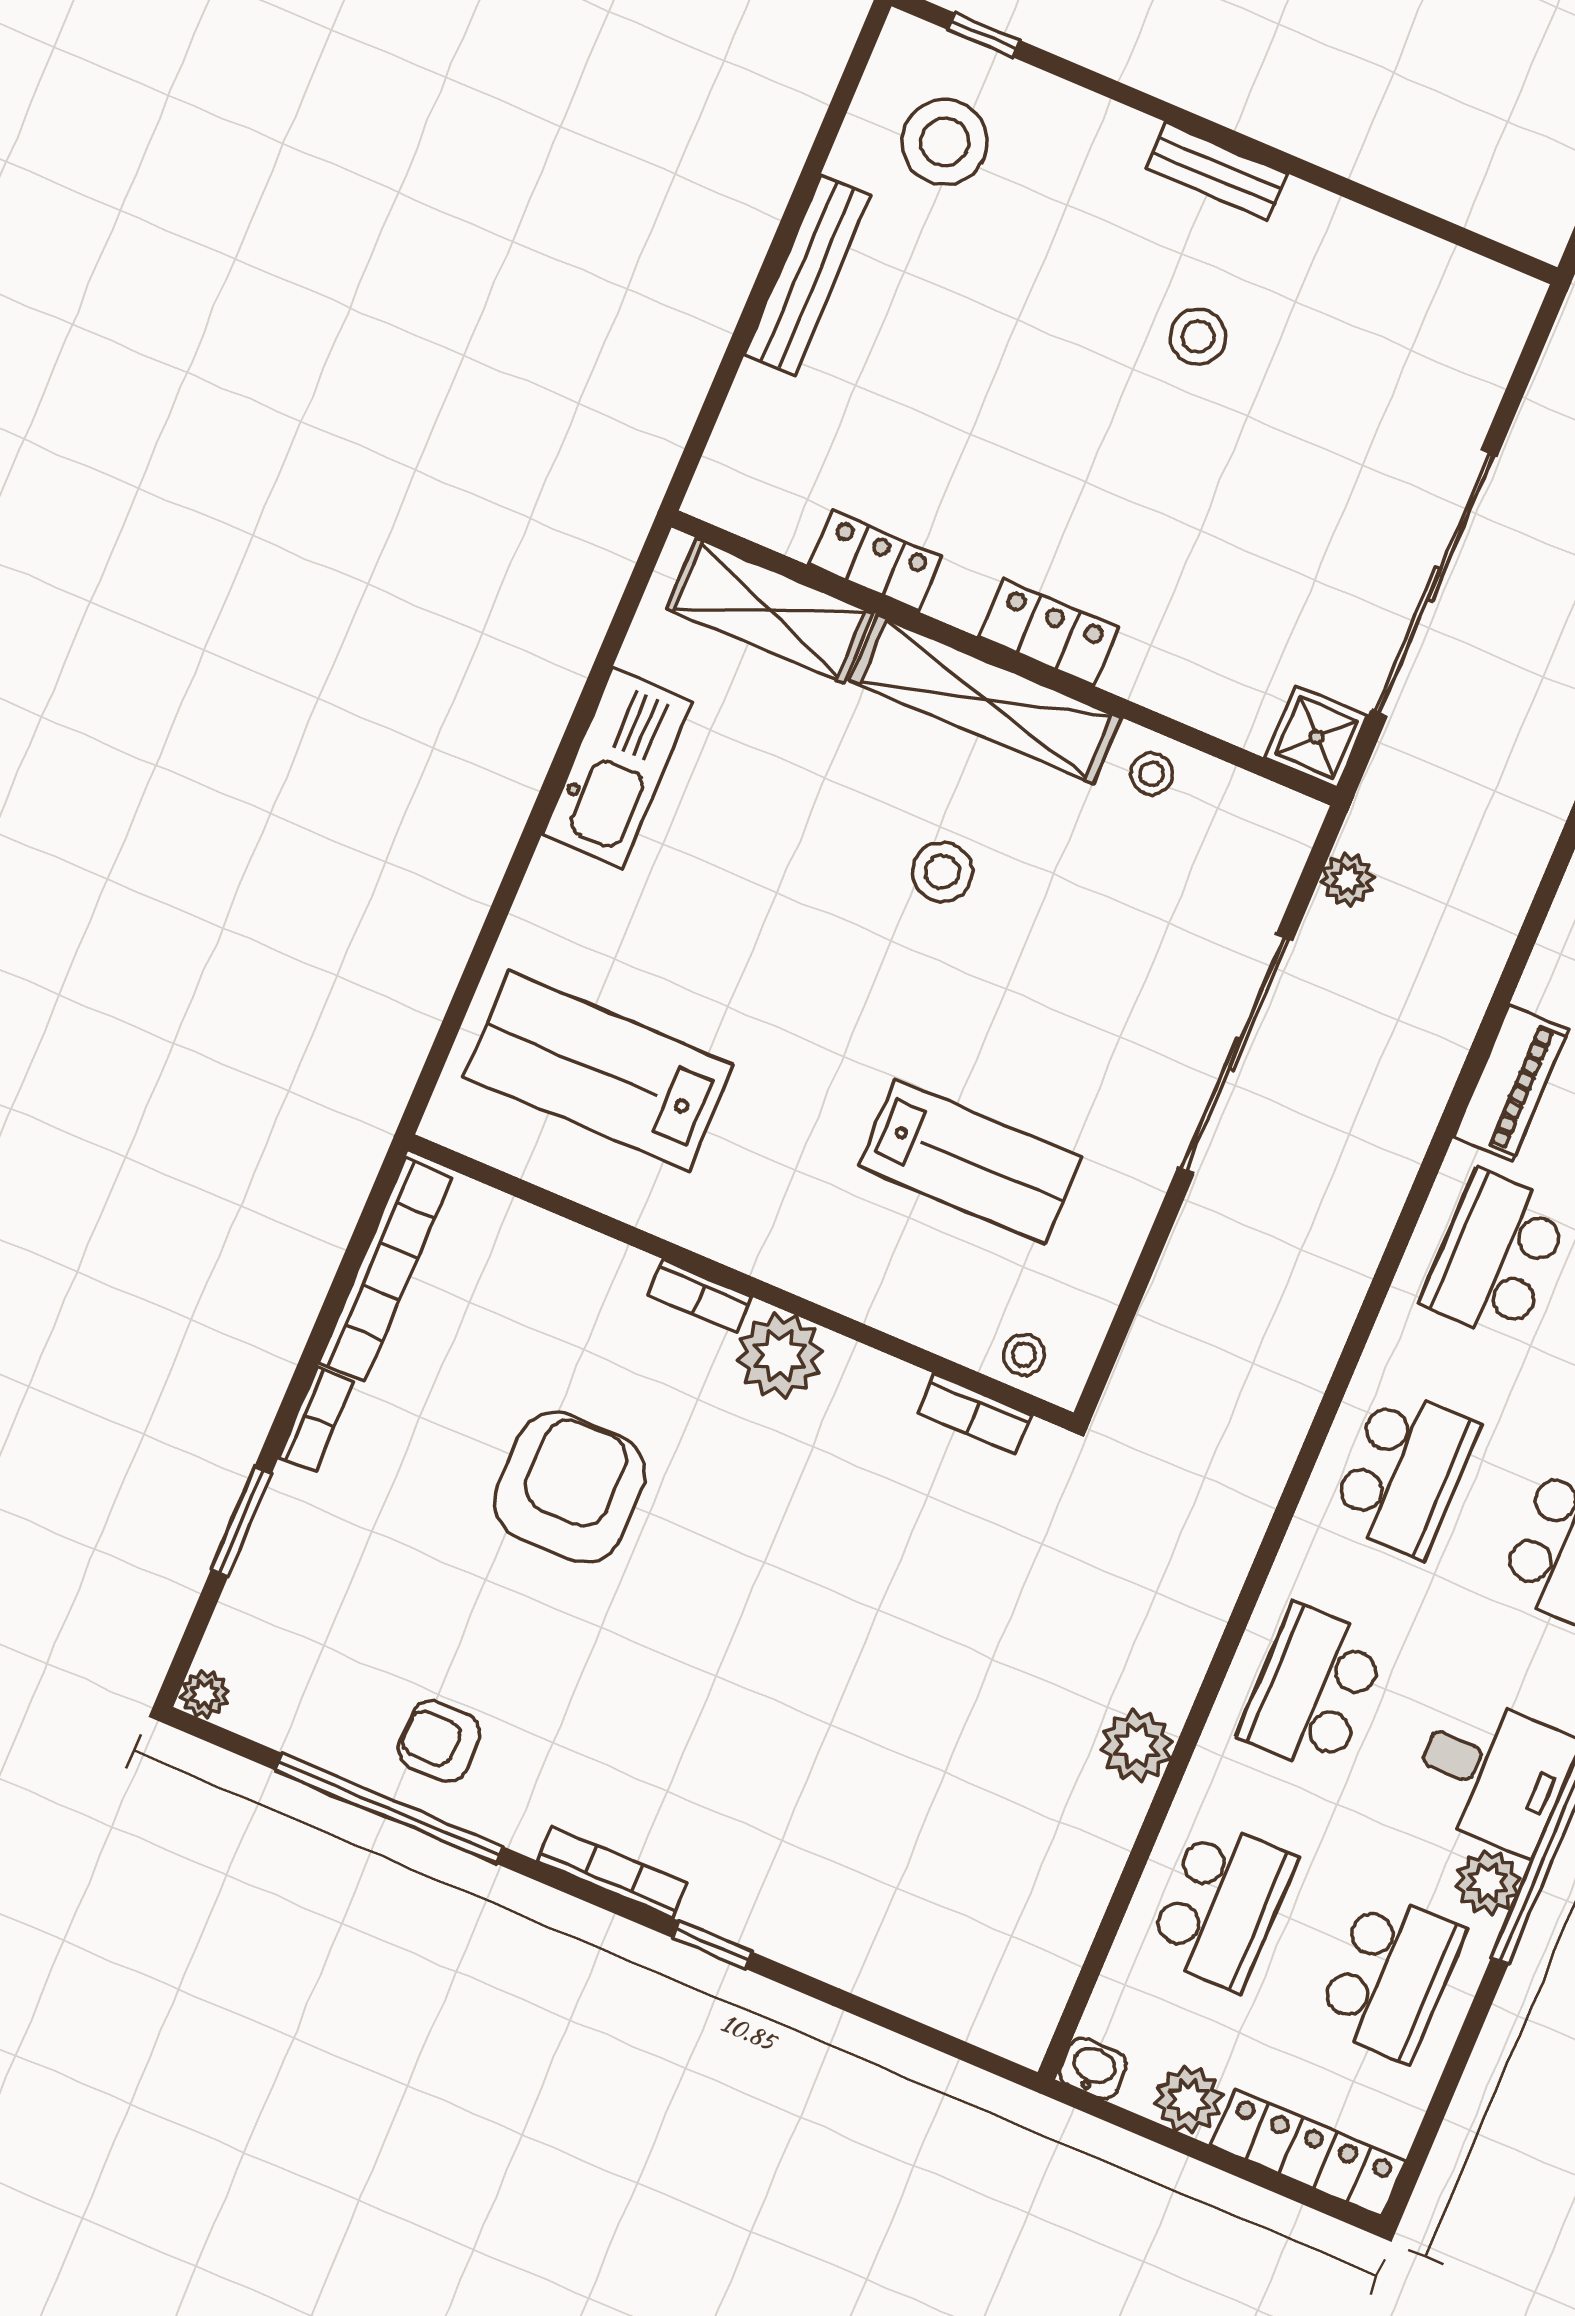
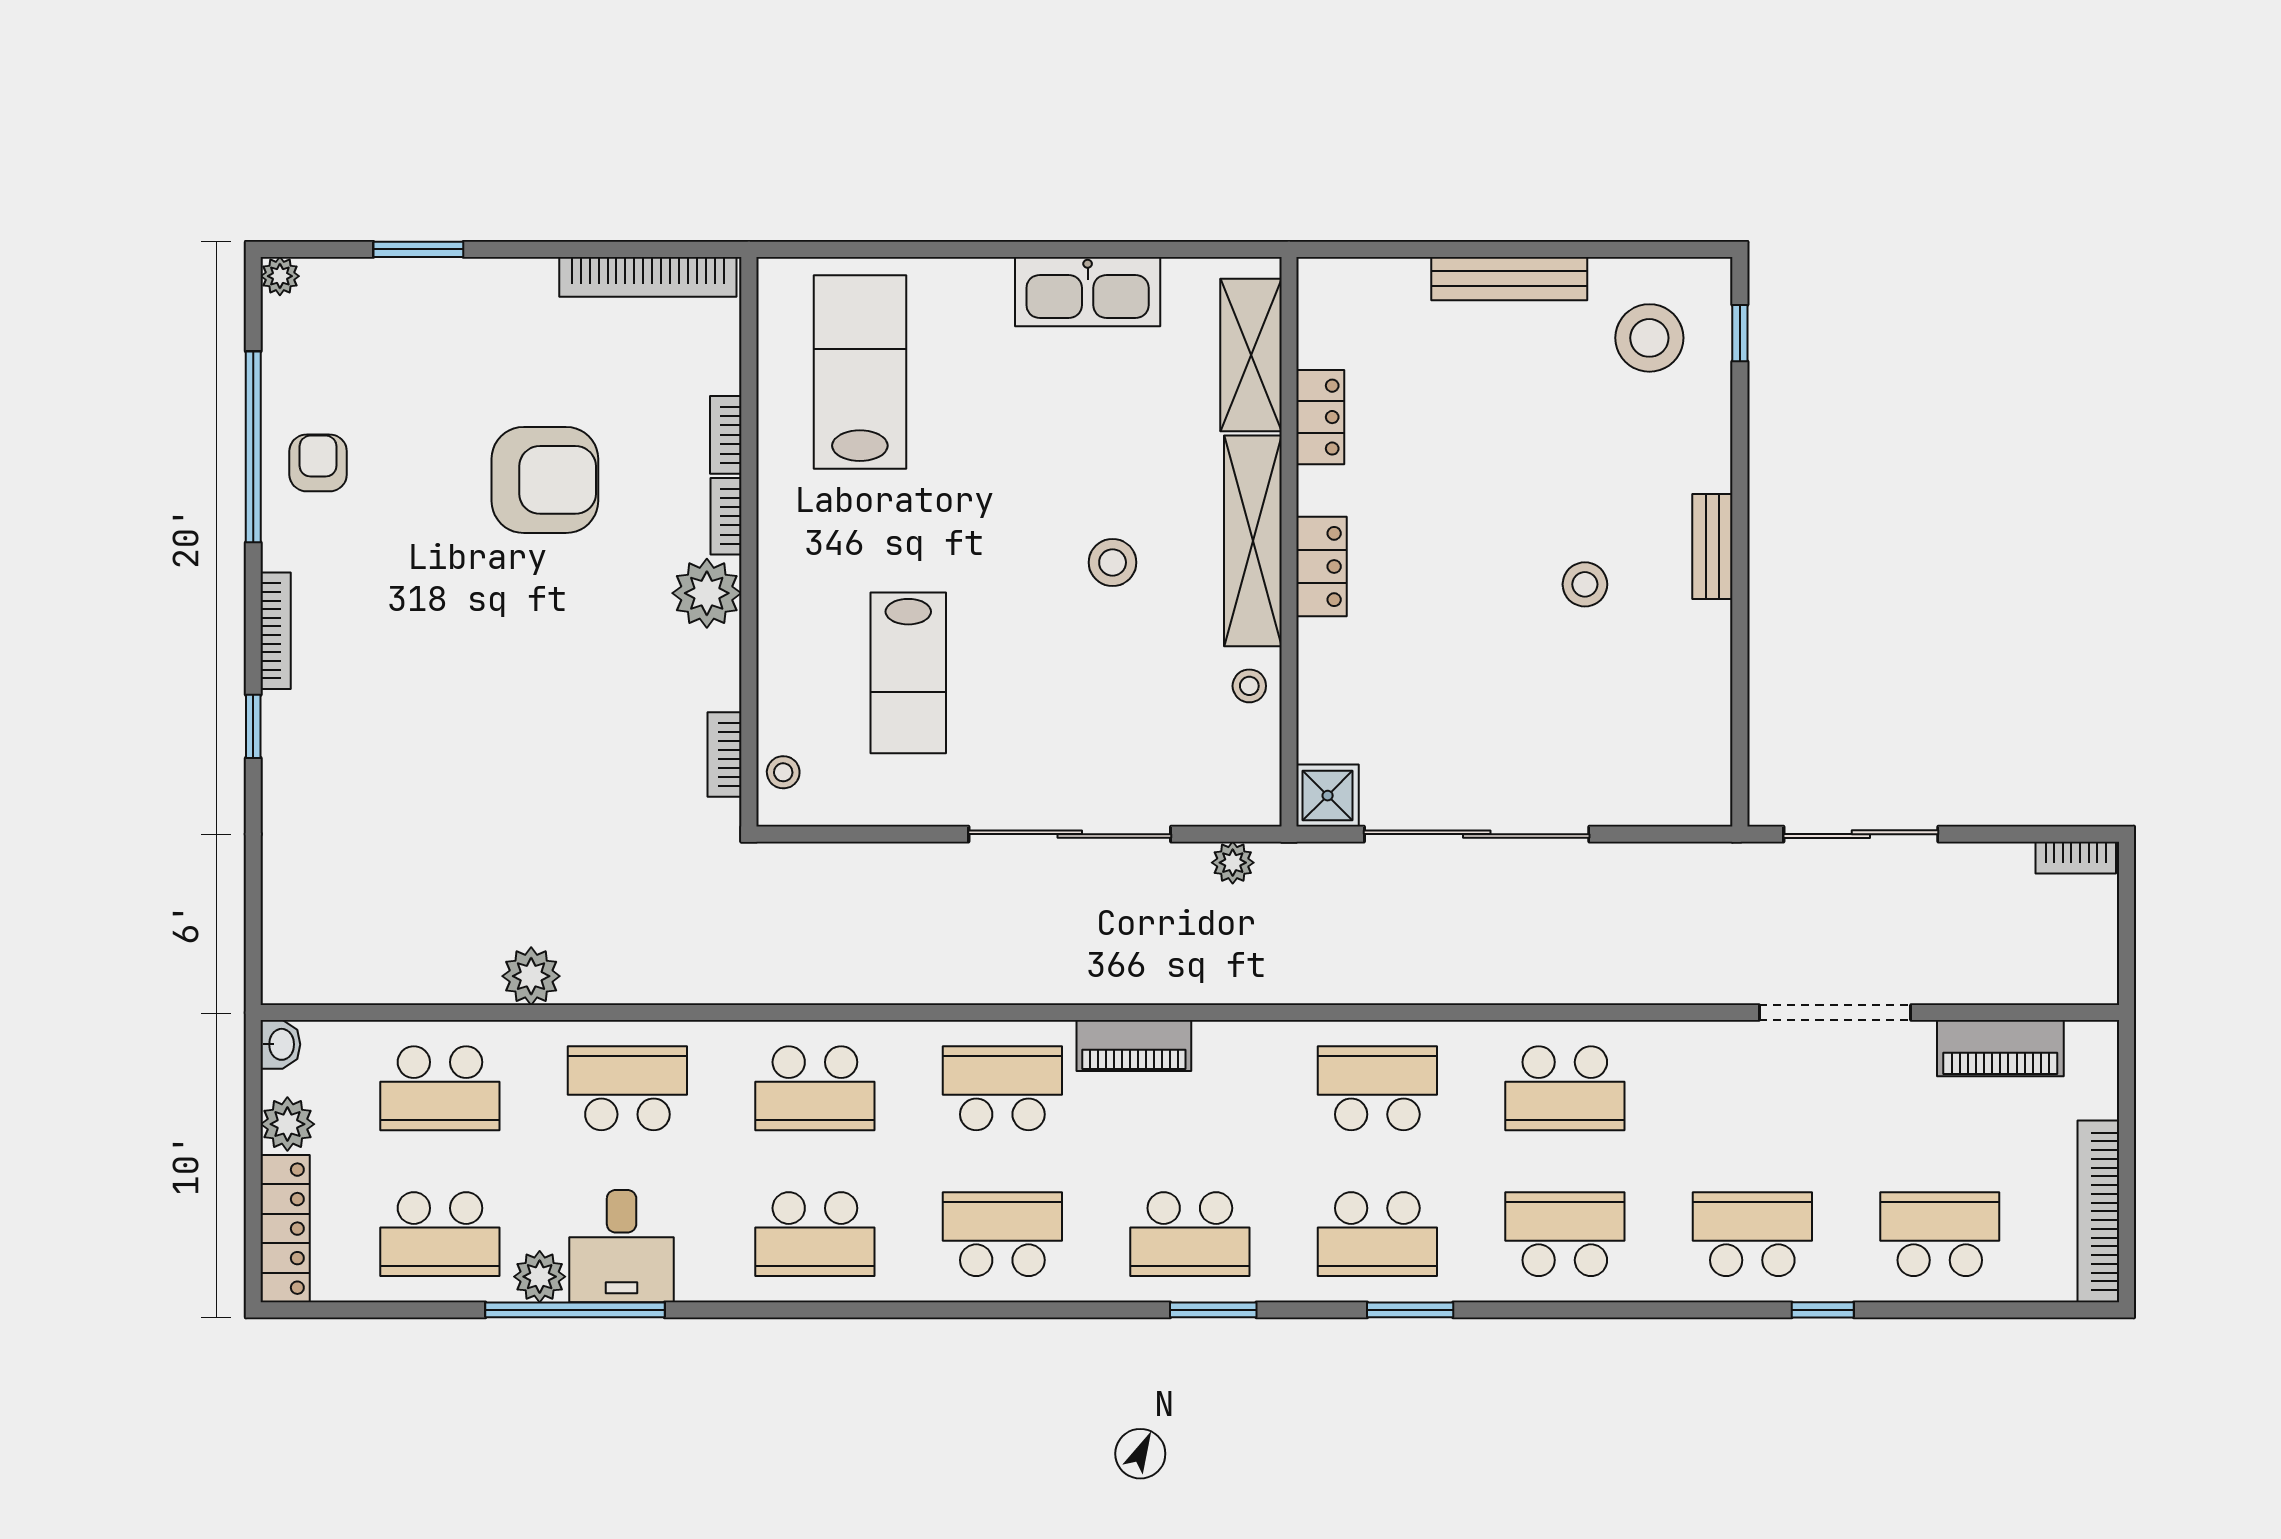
bookcase: (316, 1419) -> (726, 435), moved, turned 90

